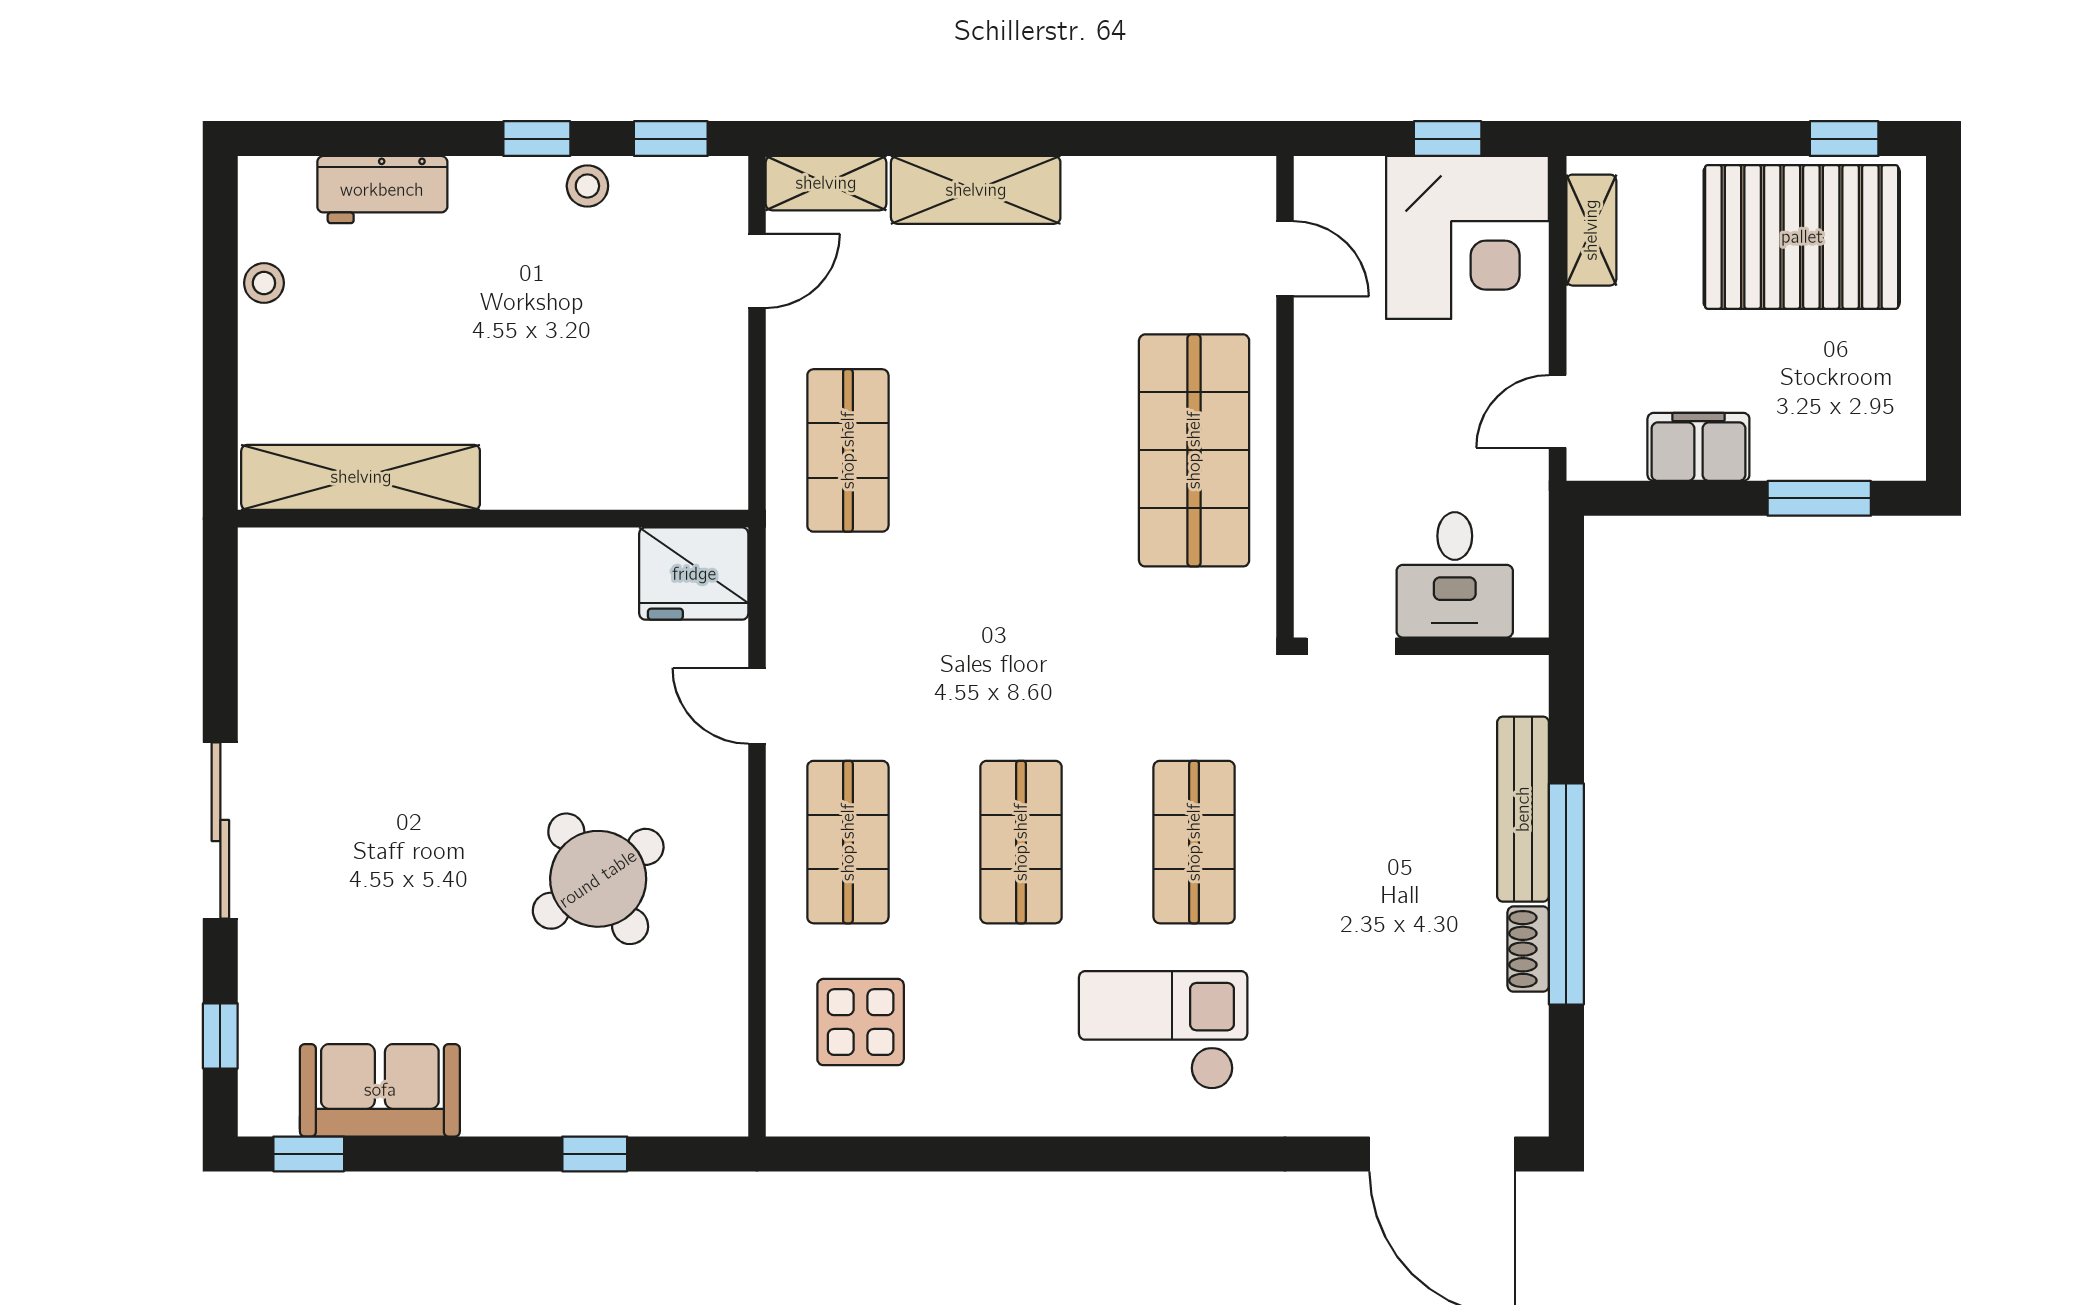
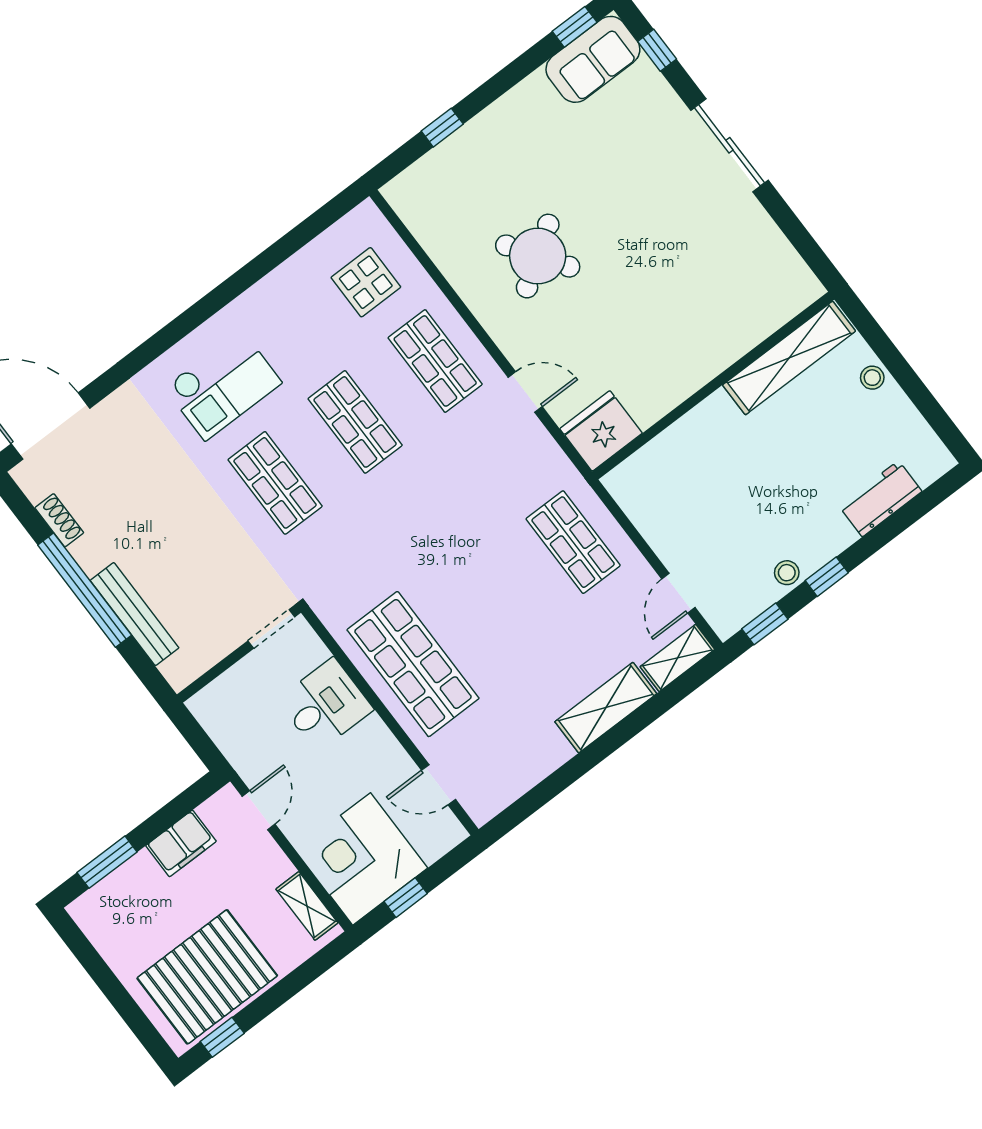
stool: (264, 283) -> (872, 378), moved
desk: (1455, 575) -> (325, 705), moved, turned 90
shoe rack: (1528, 949) -> (59, 520), moved
sofa: (380, 1090) -> (593, 59), moved

